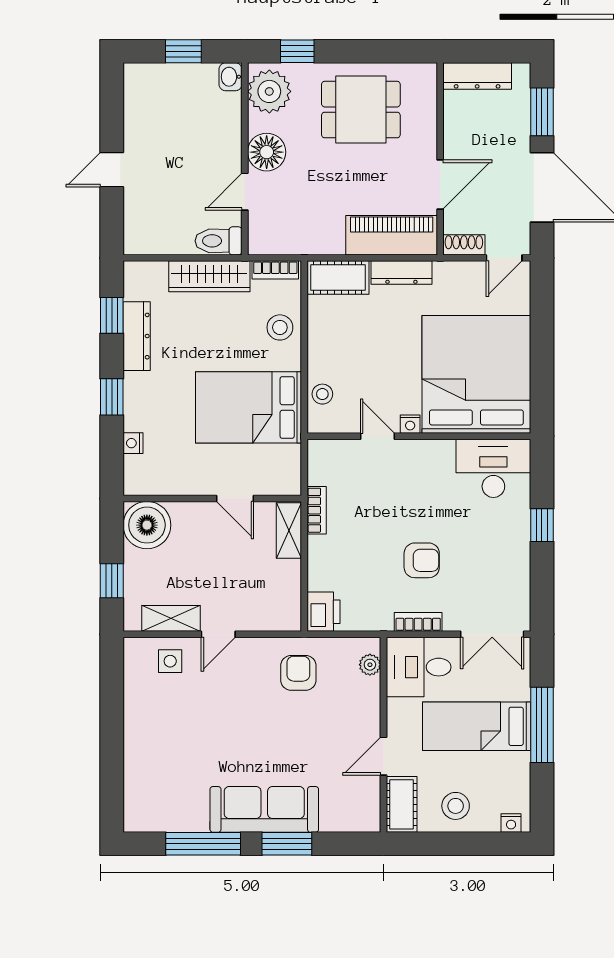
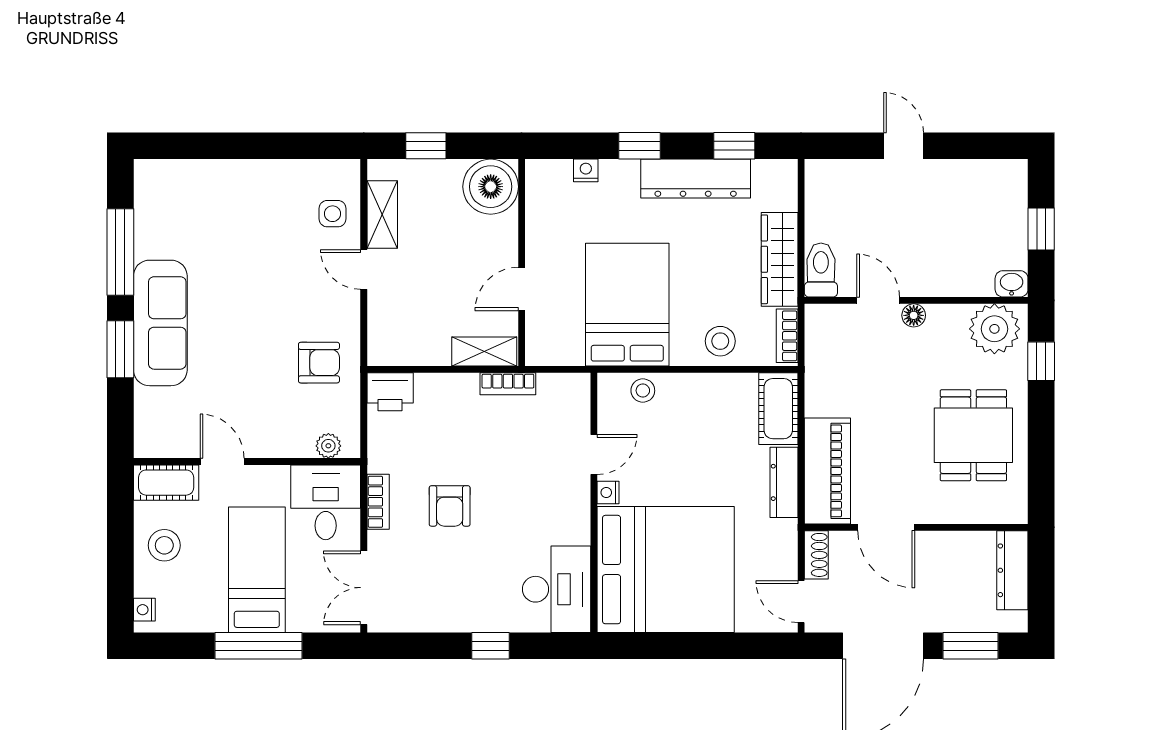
floor lamp: (267, 152) -> (914, 315), width x0.53, depth x0.53
dresser: (137, 336) -> (696, 179), width x1.37, depth x1.24

